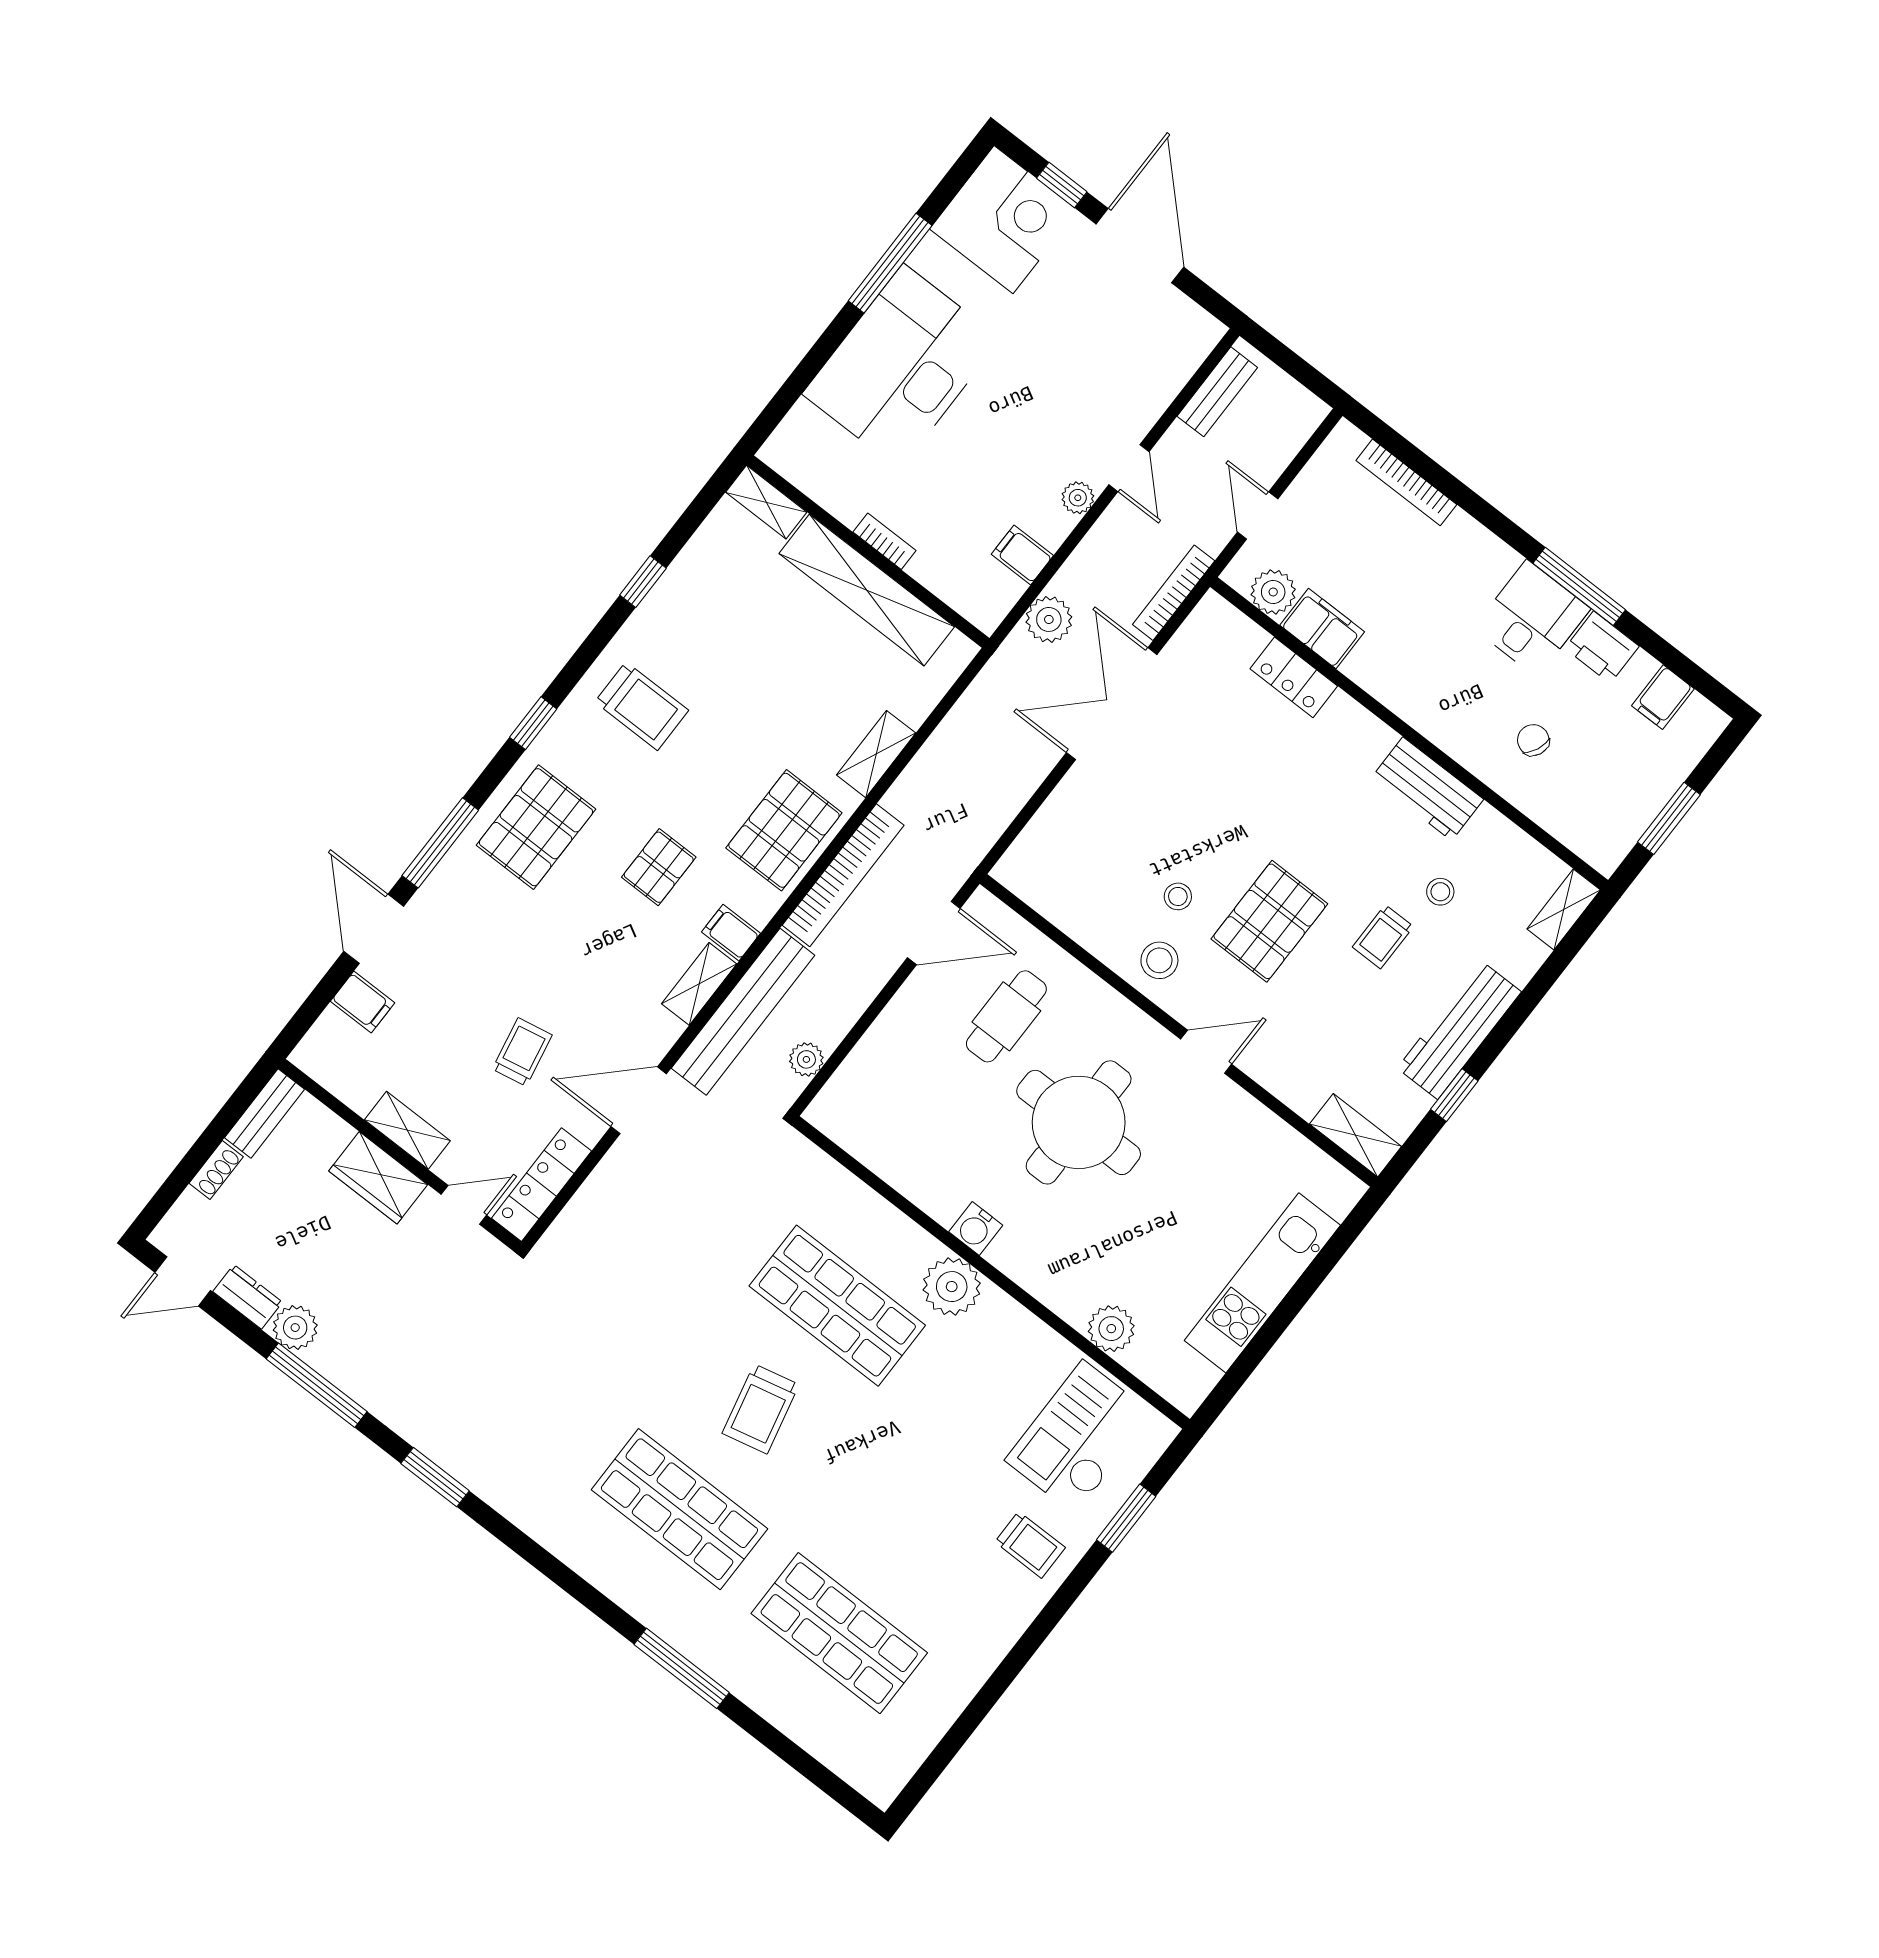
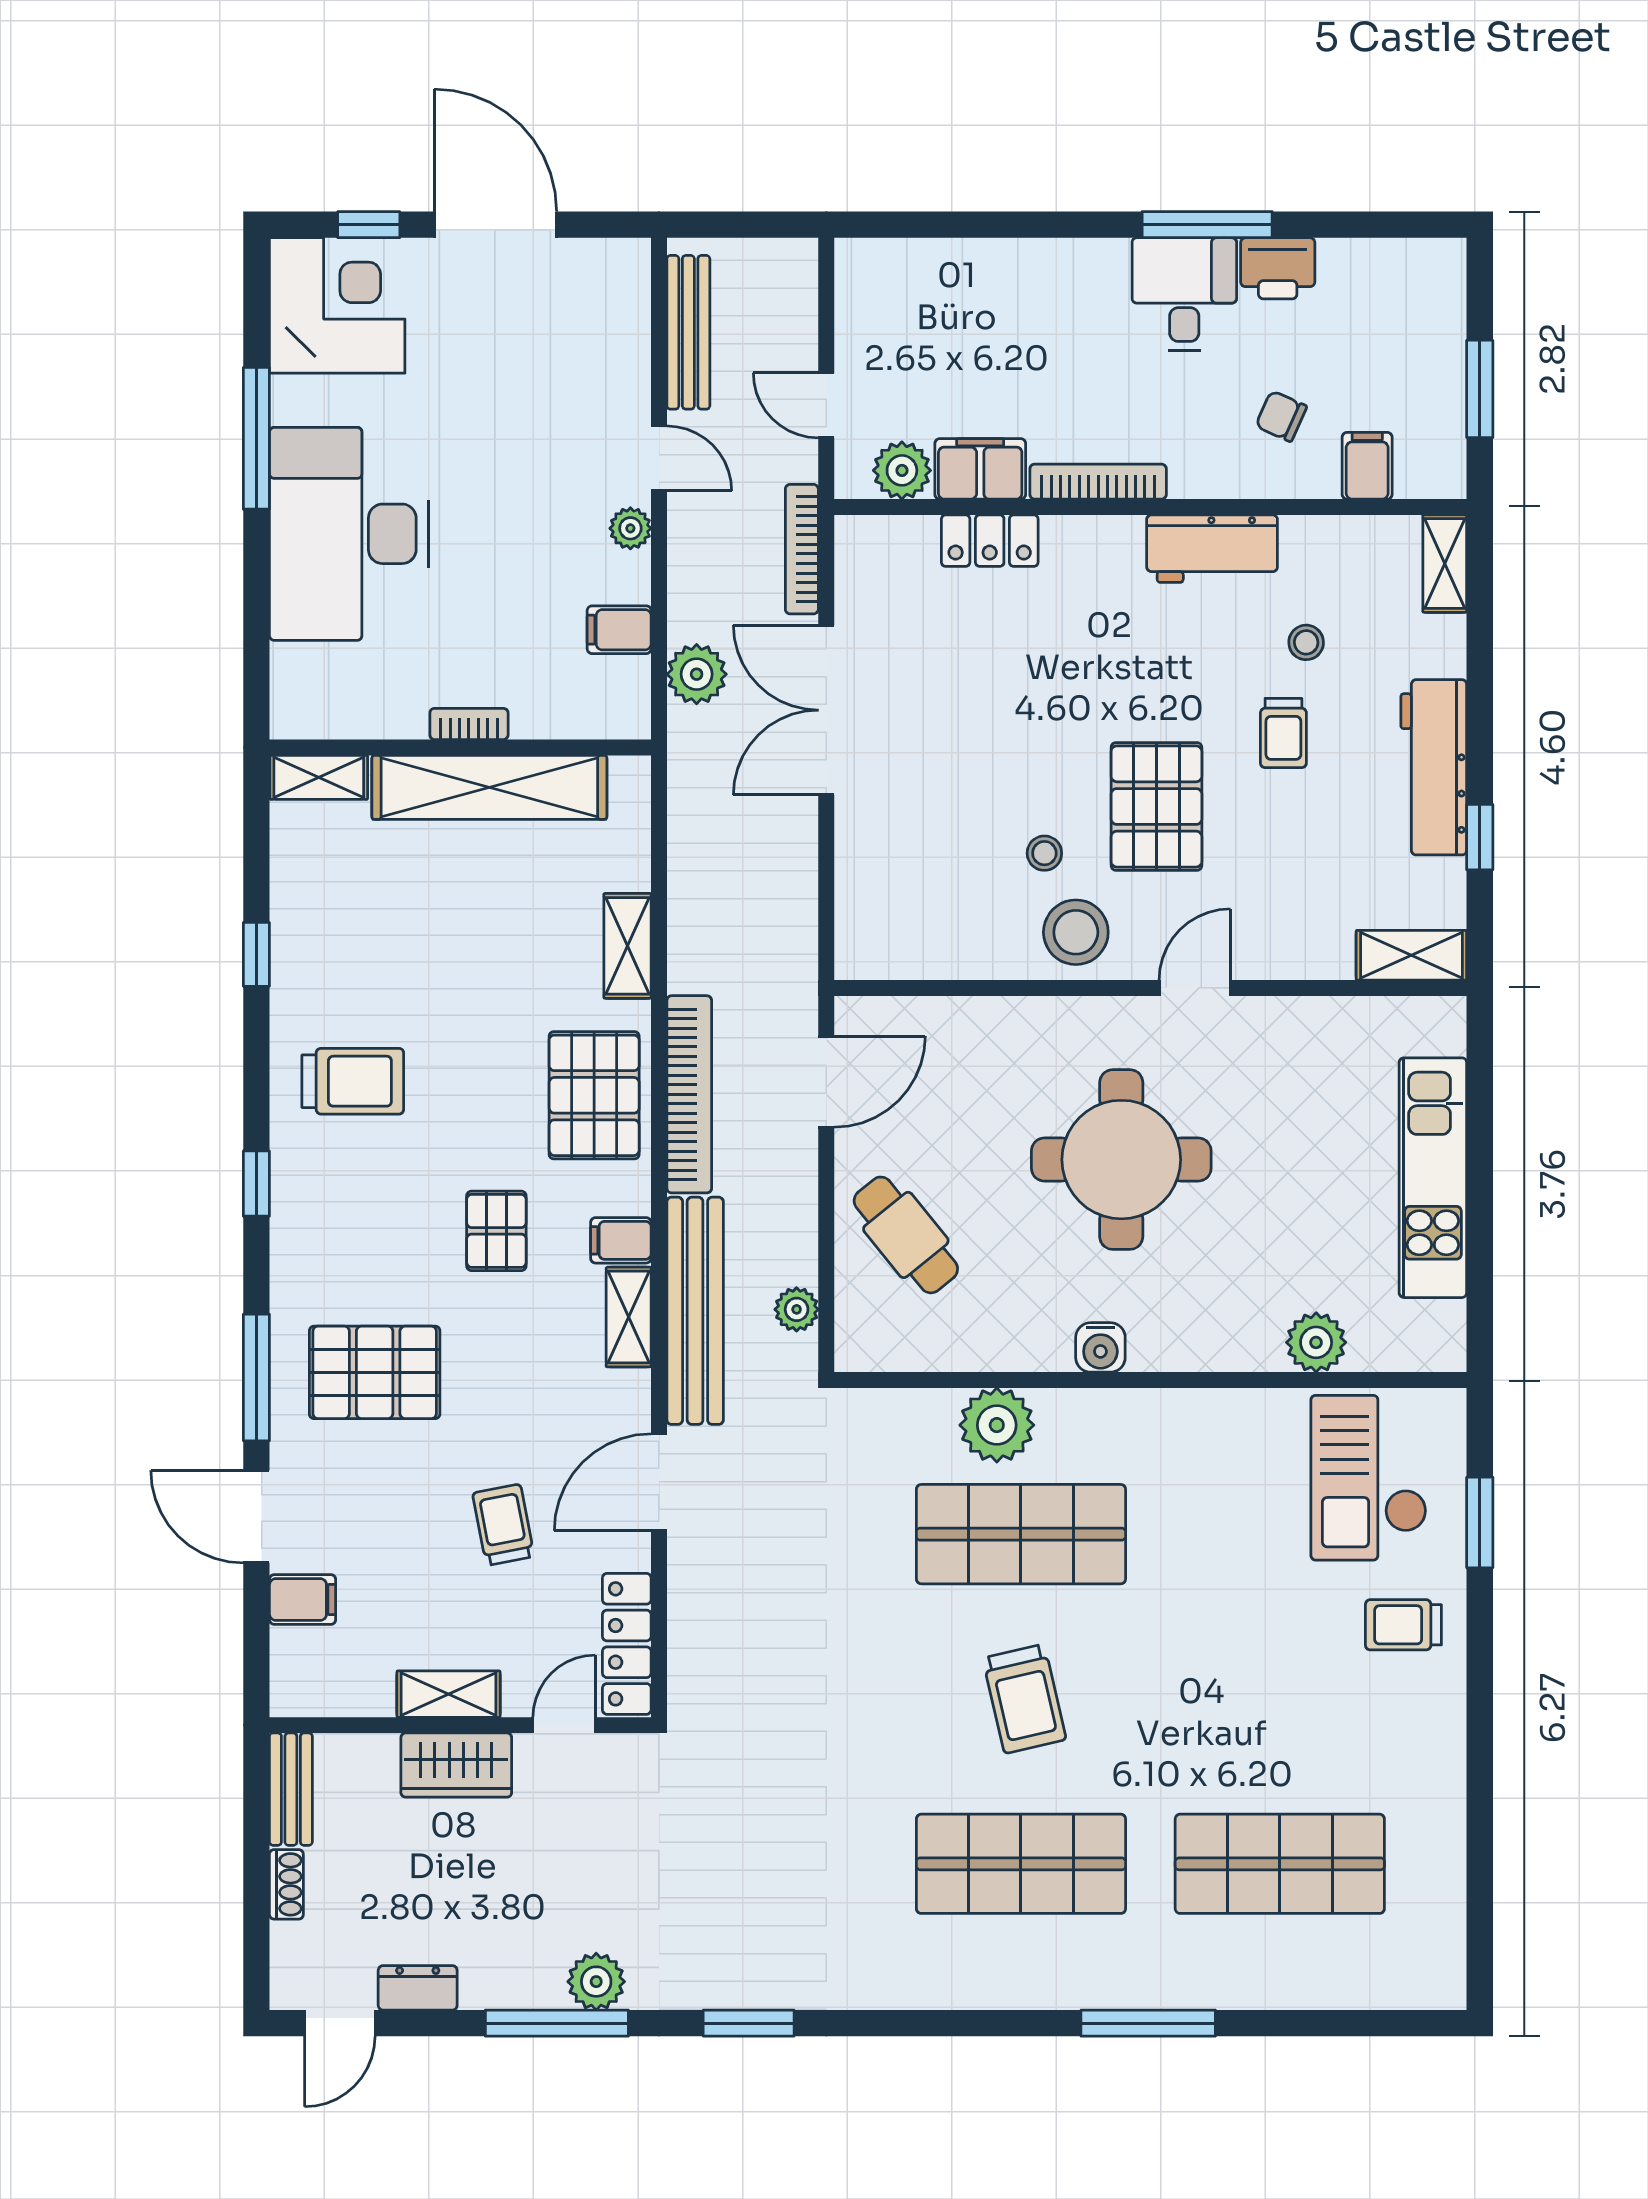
bench: (1217, 392) -> (688, 332), width x1.36
bookcase: (1406, 482) -> (1098, 482), moved, turned 180
filing cabinet: (1663, 697) -> (1367, 466), moved, turned 180
pallet: (536, 827) -> (375, 1372), moved, turned 90
stool: (1159, 960) -> (1076, 932), width x1.38, depth x1.38
cafe table: (1006, 1016) -> (906, 1235), moved, turned -39
plant: (952, 1287) -> (997, 1425), moved
plant: (295, 1328) -> (596, 1982), moved
trolley: (1030, 1545) -> (1403, 1625), turned 180

